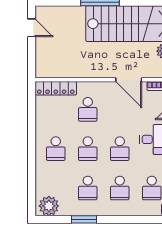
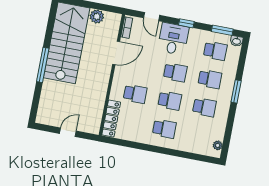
door: (32, 28) -> (68, 132), moved
plant: (49, 206) -> (218, 145), width x0.53, depth x0.53
window: (84, 219) -> (236, 91), moved

